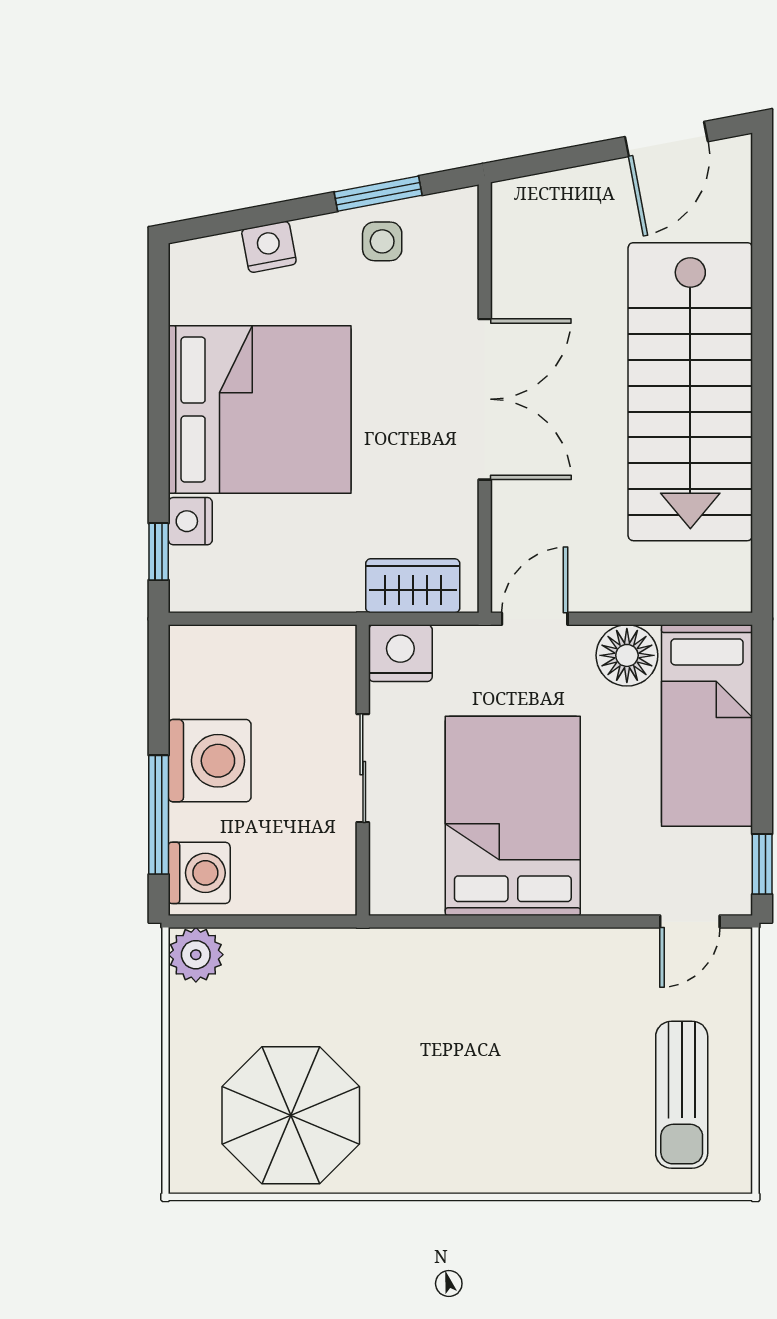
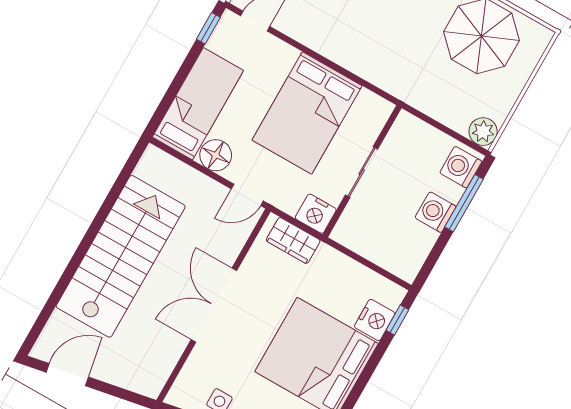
nightstand: (190, 521) -> (375, 320), width x1.36, depth x1.33
washing machine: (210, 761) -> (435, 212), width x0.73, depth x0.73

